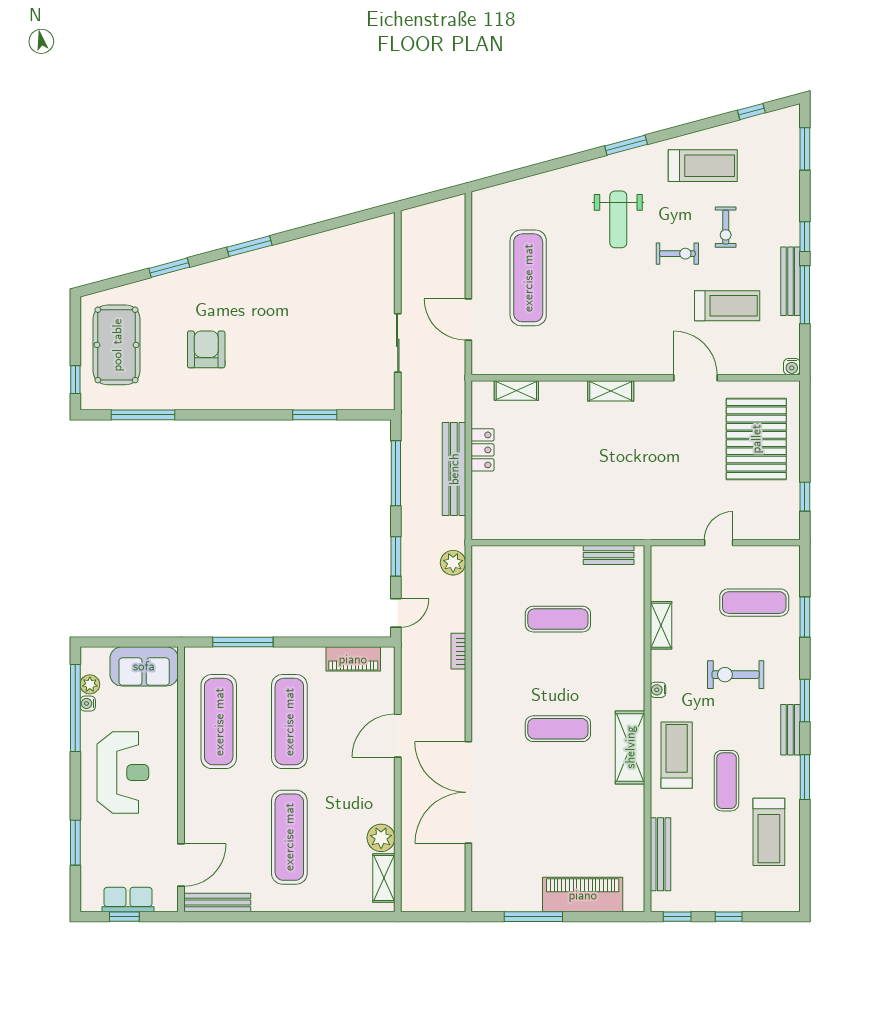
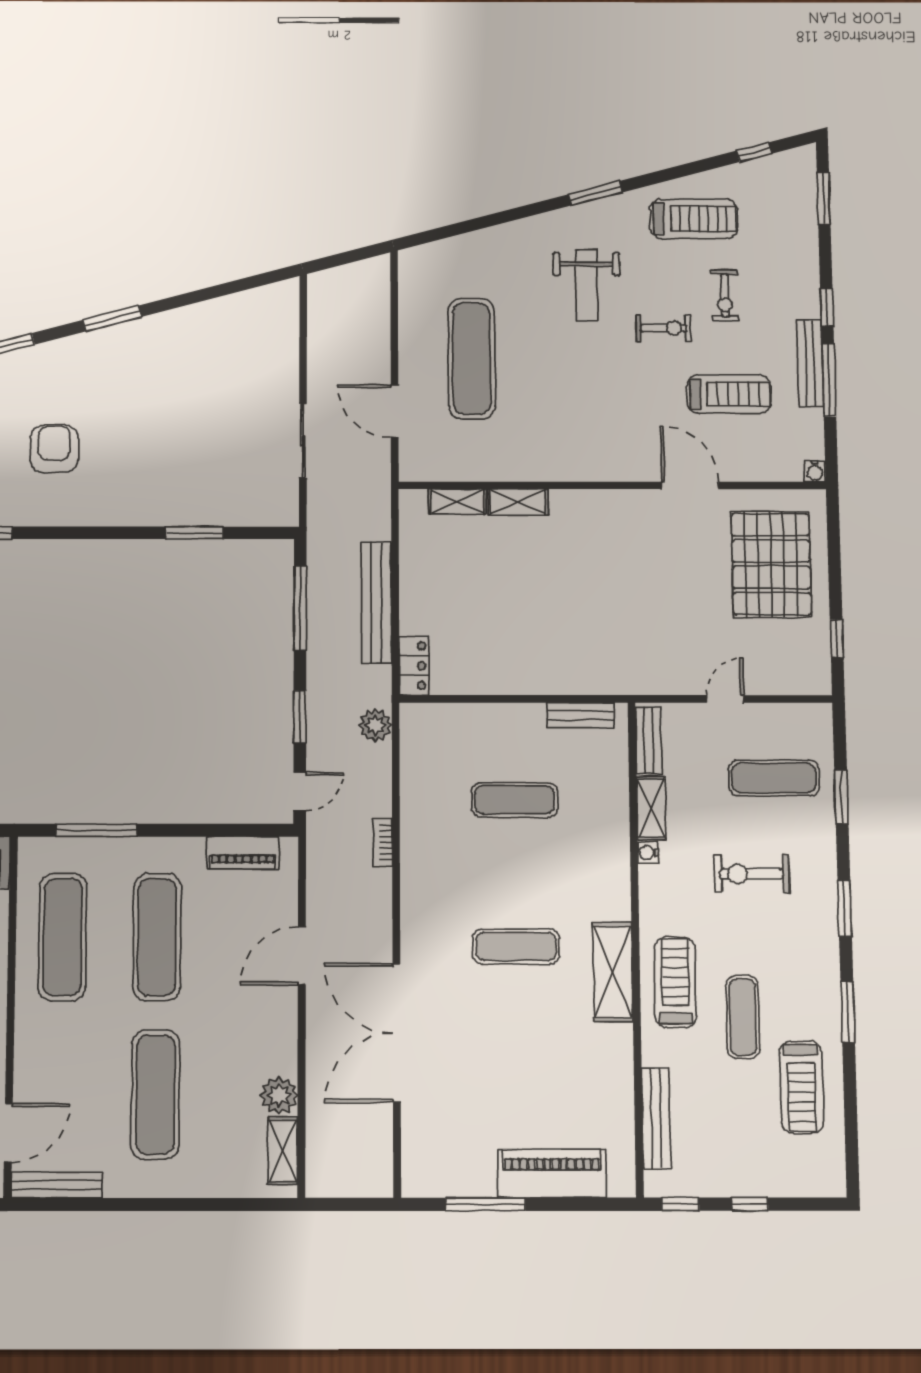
shelving: (611, 391) -> (518, 502), moved
locker: (483, 450) -> (414, 666), moved
water cooler: (658, 690) -> (648, 853), moved
bench: (790, 730) -> (649, 740), moved

